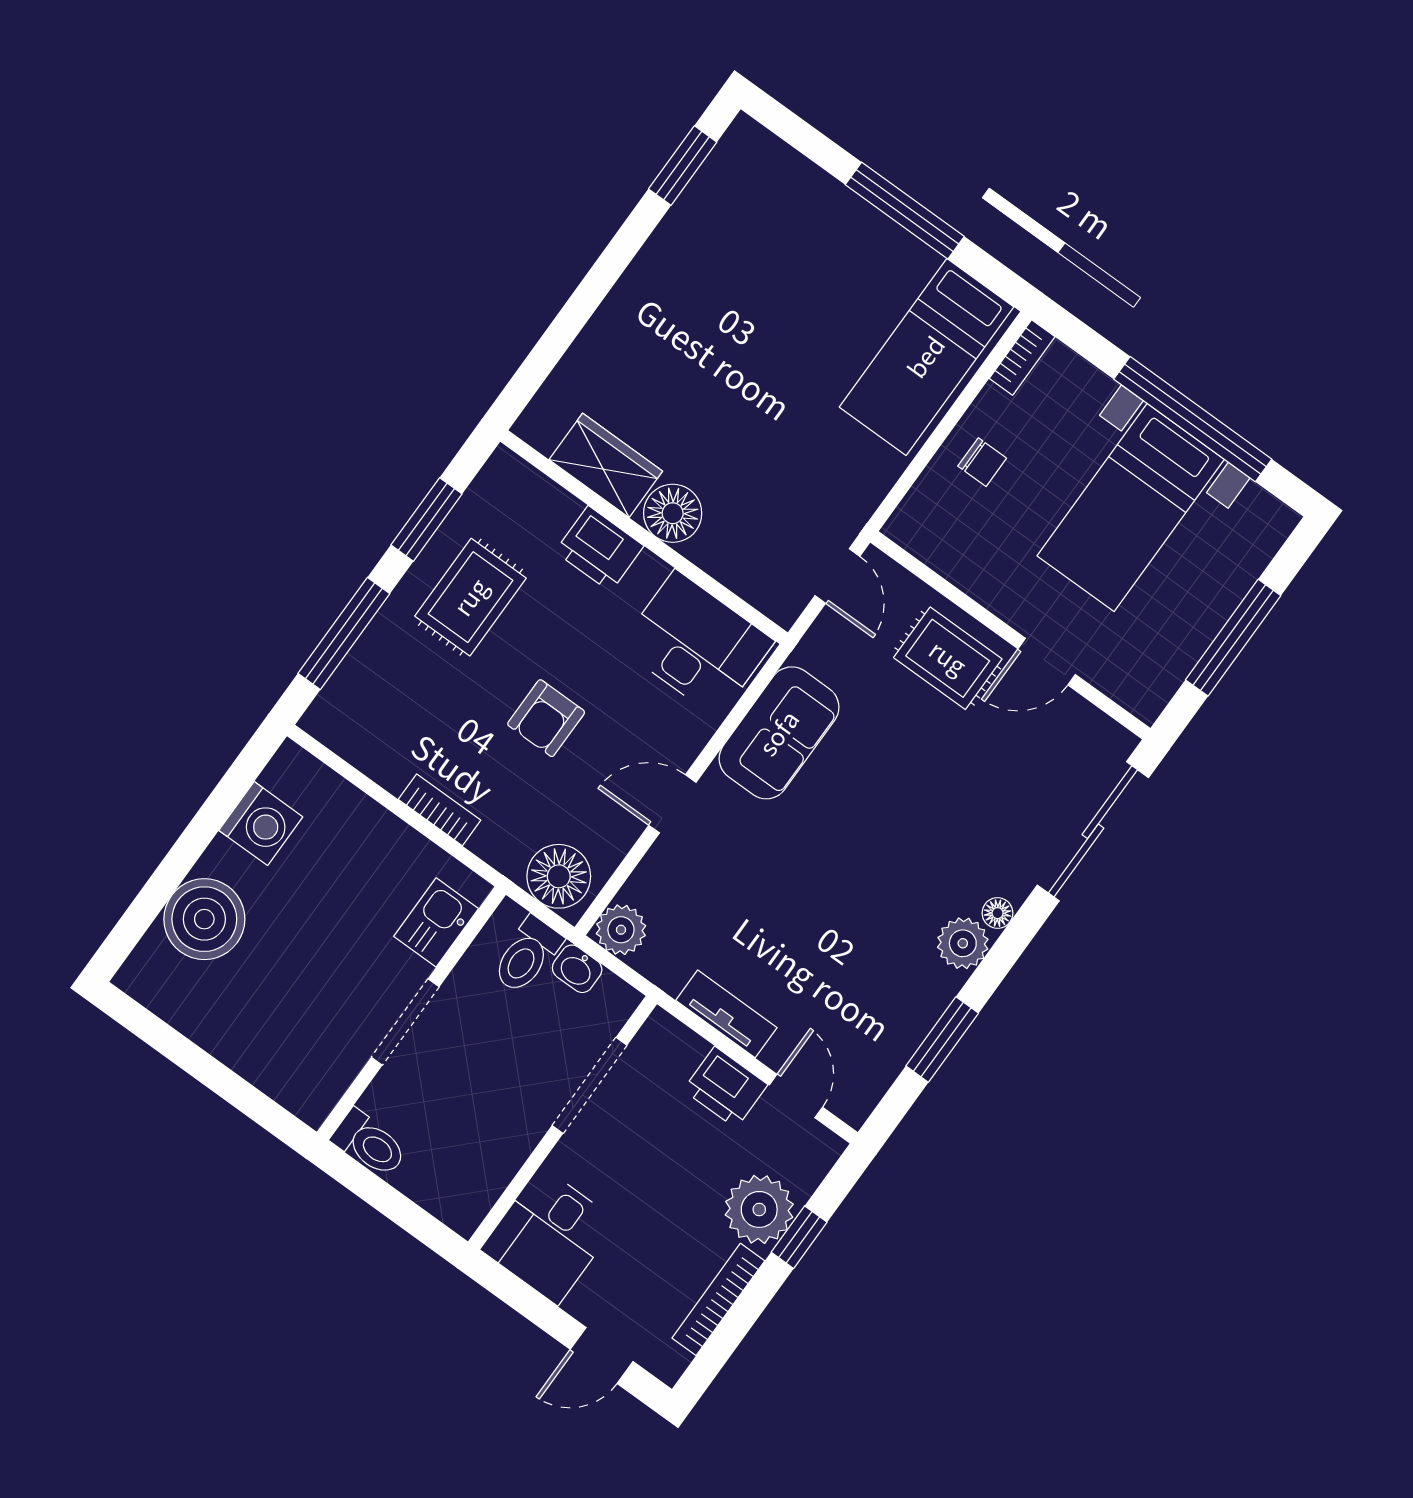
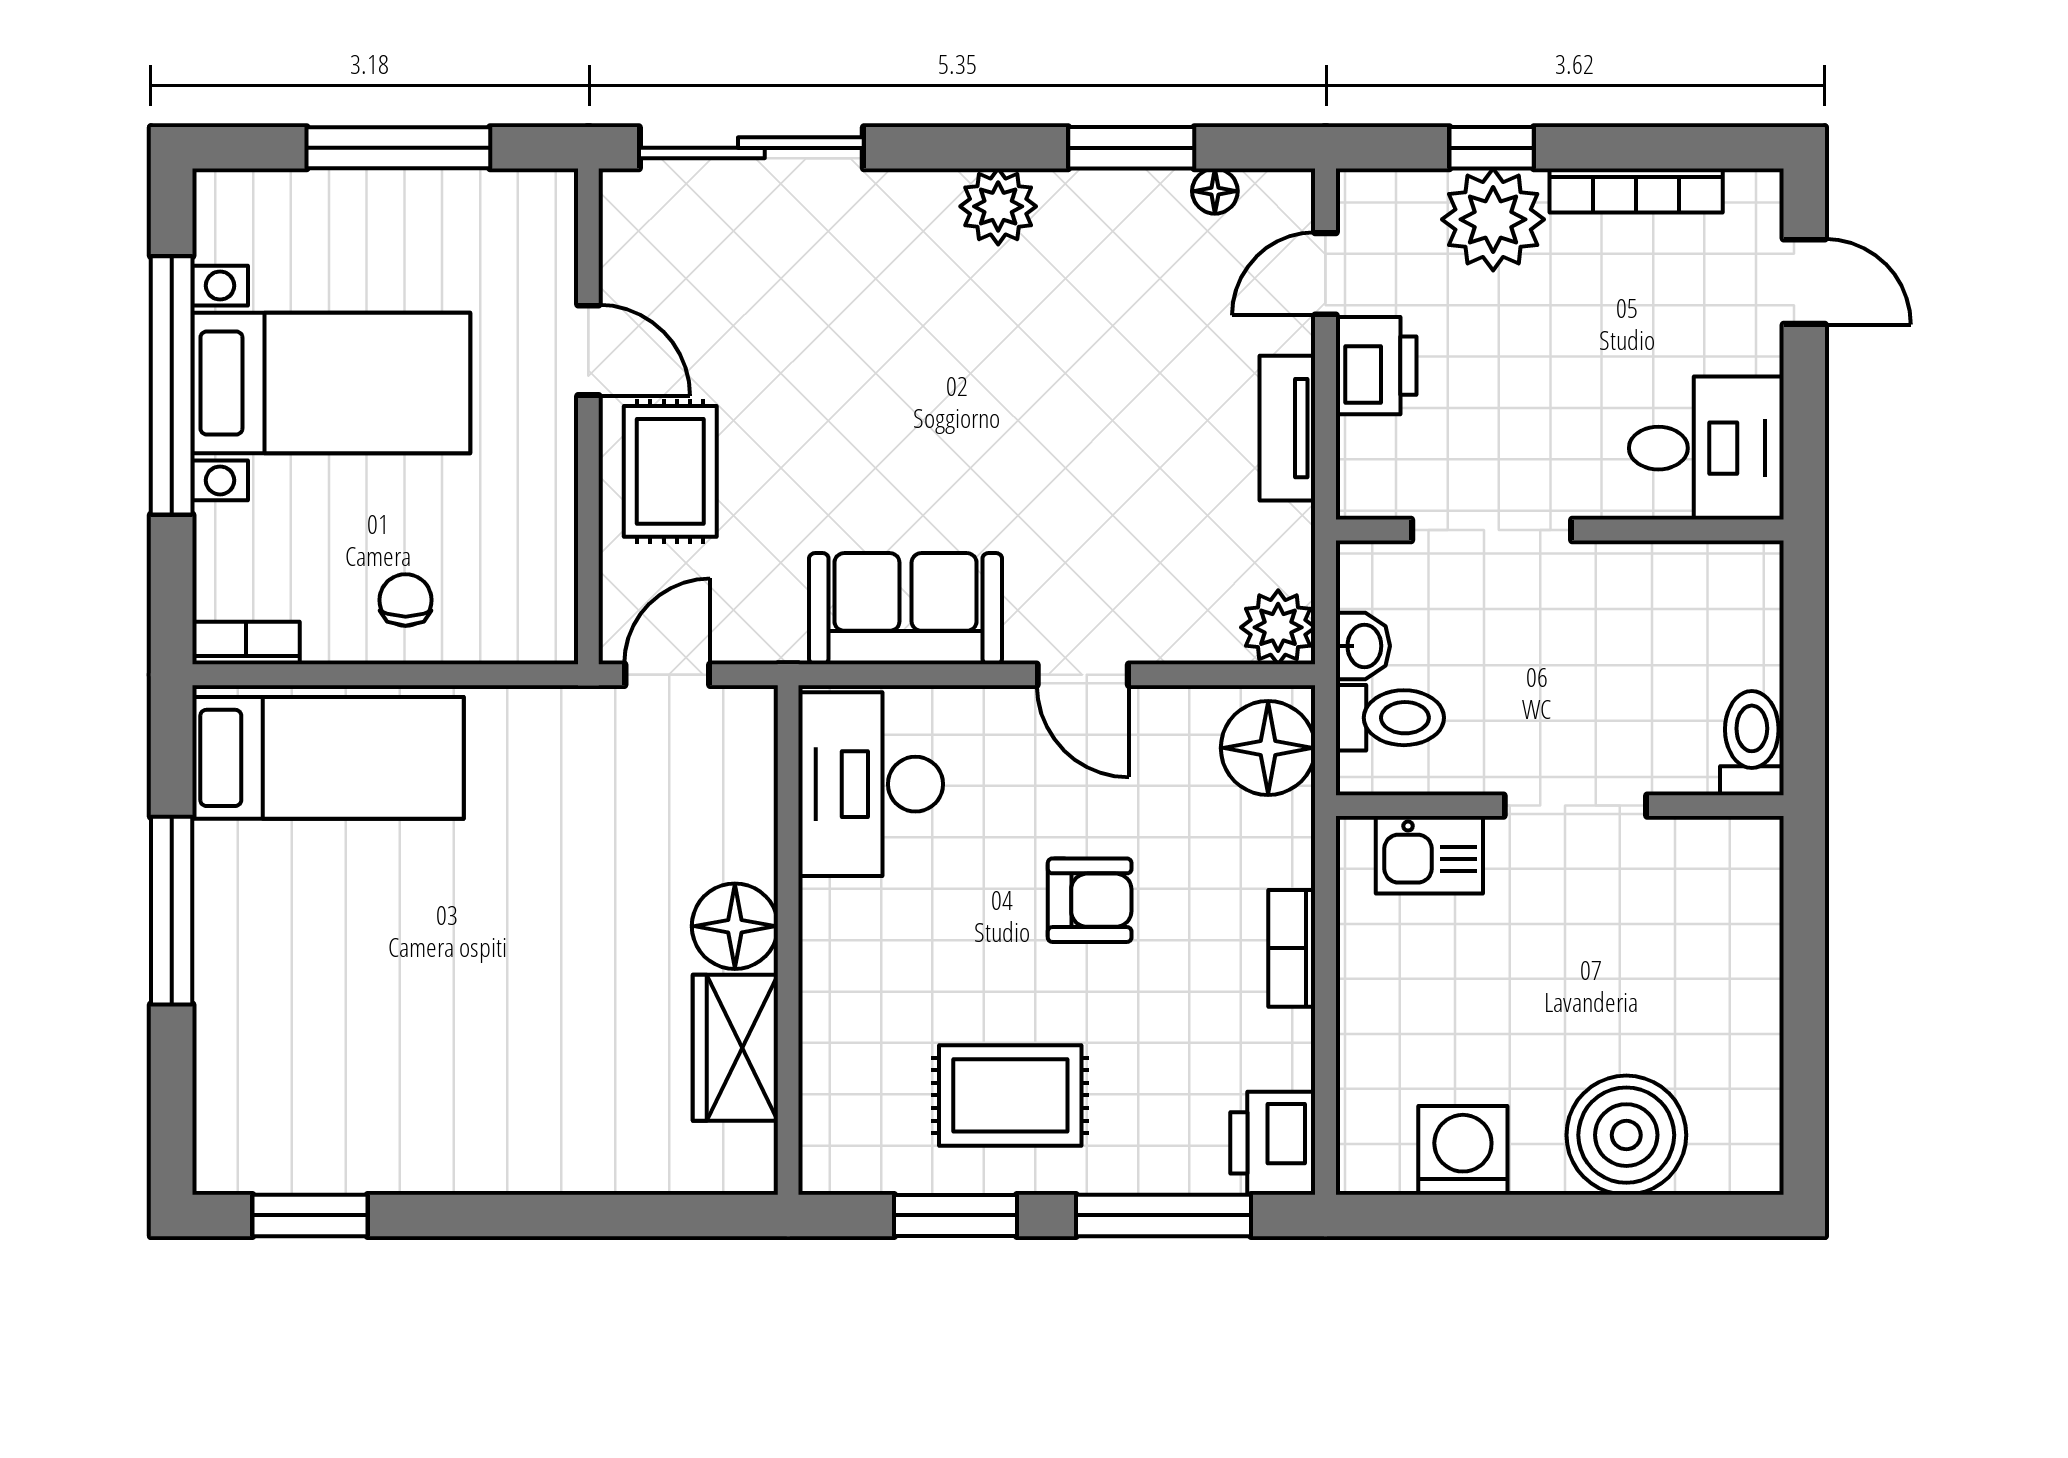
printer: (599, 549) -> (1273, 1143), moved, turned 180
floor lamp: (998, 913) -> (1215, 191), moved

